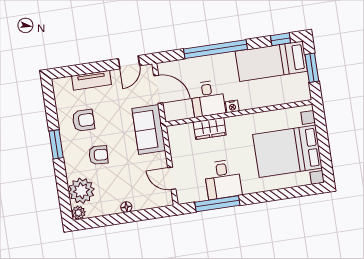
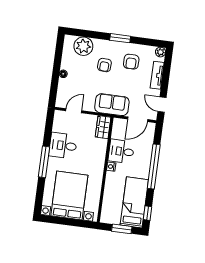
wardrobe: (210, 129) -> (103, 127), moved
window: (217, 204) -> (44, 162), moved
plant: (78, 213) -> (160, 52), moved

